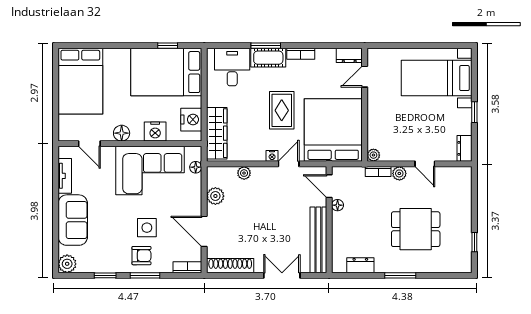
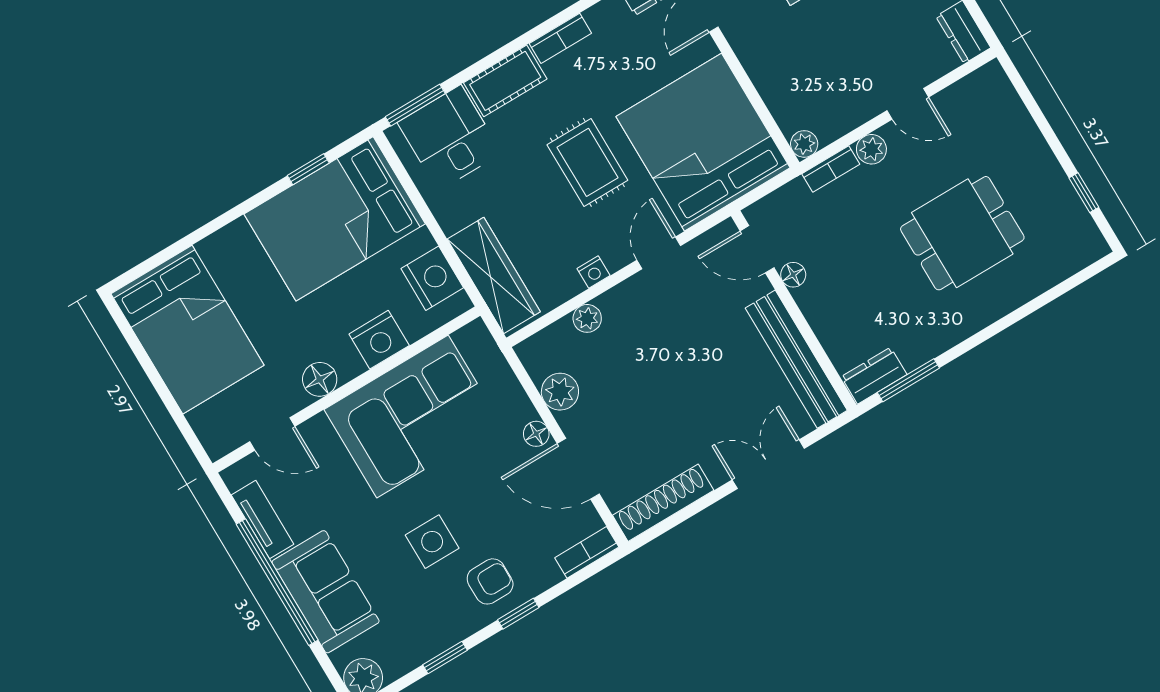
window: (266, 46) -> (415, 105), moved
nightstand: (272, 156) -> (593, 272), moved
floor lamp: (196, 167) -> (536, 434), moved
window: (56, 204) -> (277, 582), added
side table: (147, 228) -> (432, 542), moved
dresser: (360, 265) -> (874, 376), moved
window: (145, 275) -> (518, 614), width x0.67
window: (400, 275) -> (908, 380), moved

